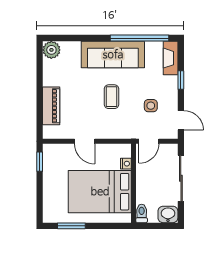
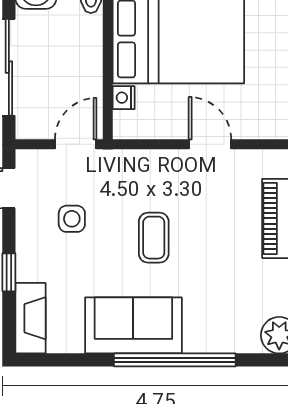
window: (139, 38) -> (175, 360), moved
sofa: (113, 55) -> (133, 325), width x0.73

